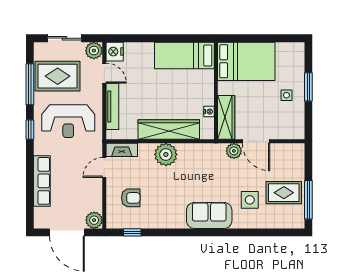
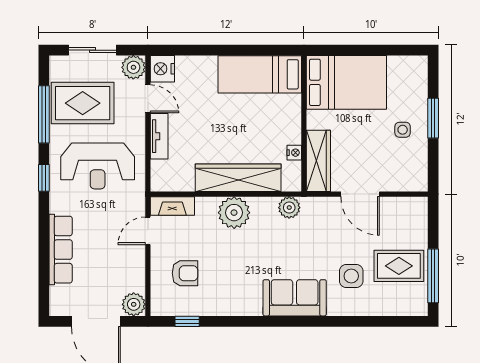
tv unit: (112, 107) -> (159, 136), width x0.71
plant: (234, 151) -> (289, 208), moved

